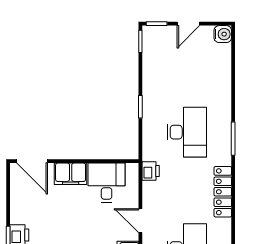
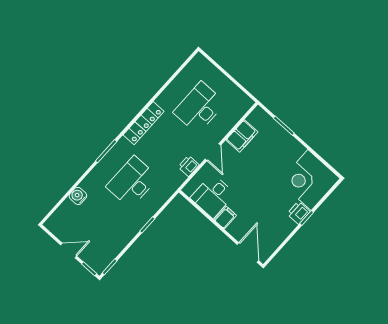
water cooler: (223, 34) -> (78, 196), moved
printer: (151, 171) -> (189, 166), moved
filing cabinet: (71, 174) -> (225, 218), width x0.50

